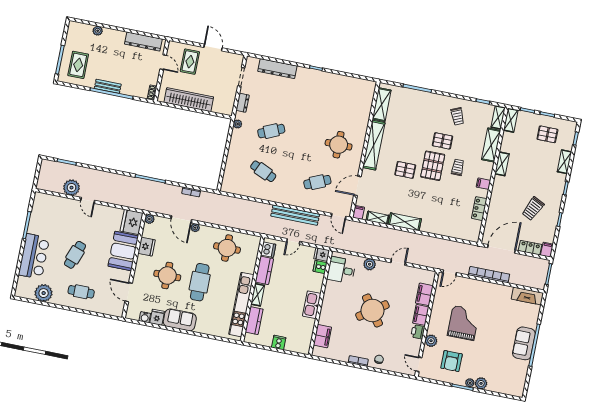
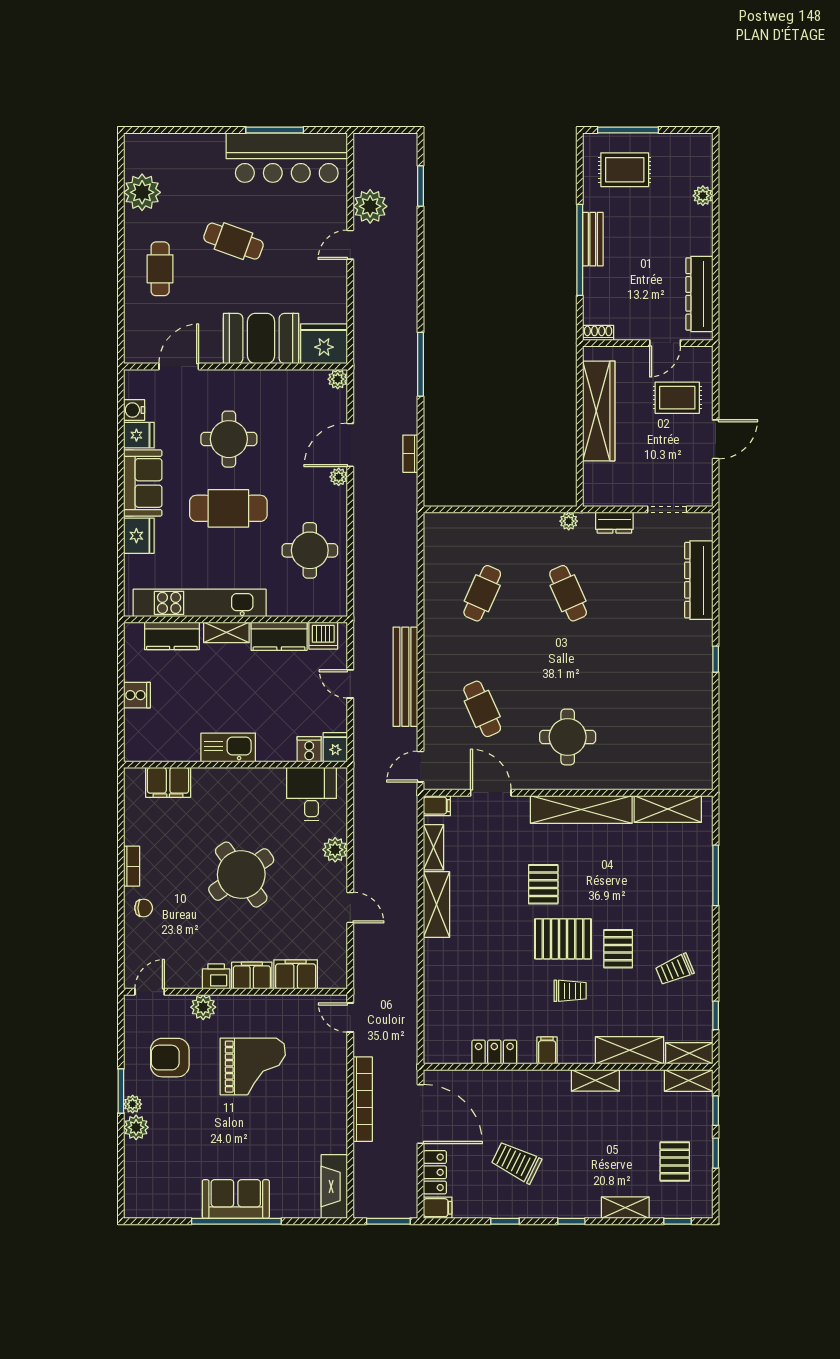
fridge: (147, 247) -> (139, 536), moved, turned -90
bar counter: (34, 256) -> (287, 158), moved, width x1.36

